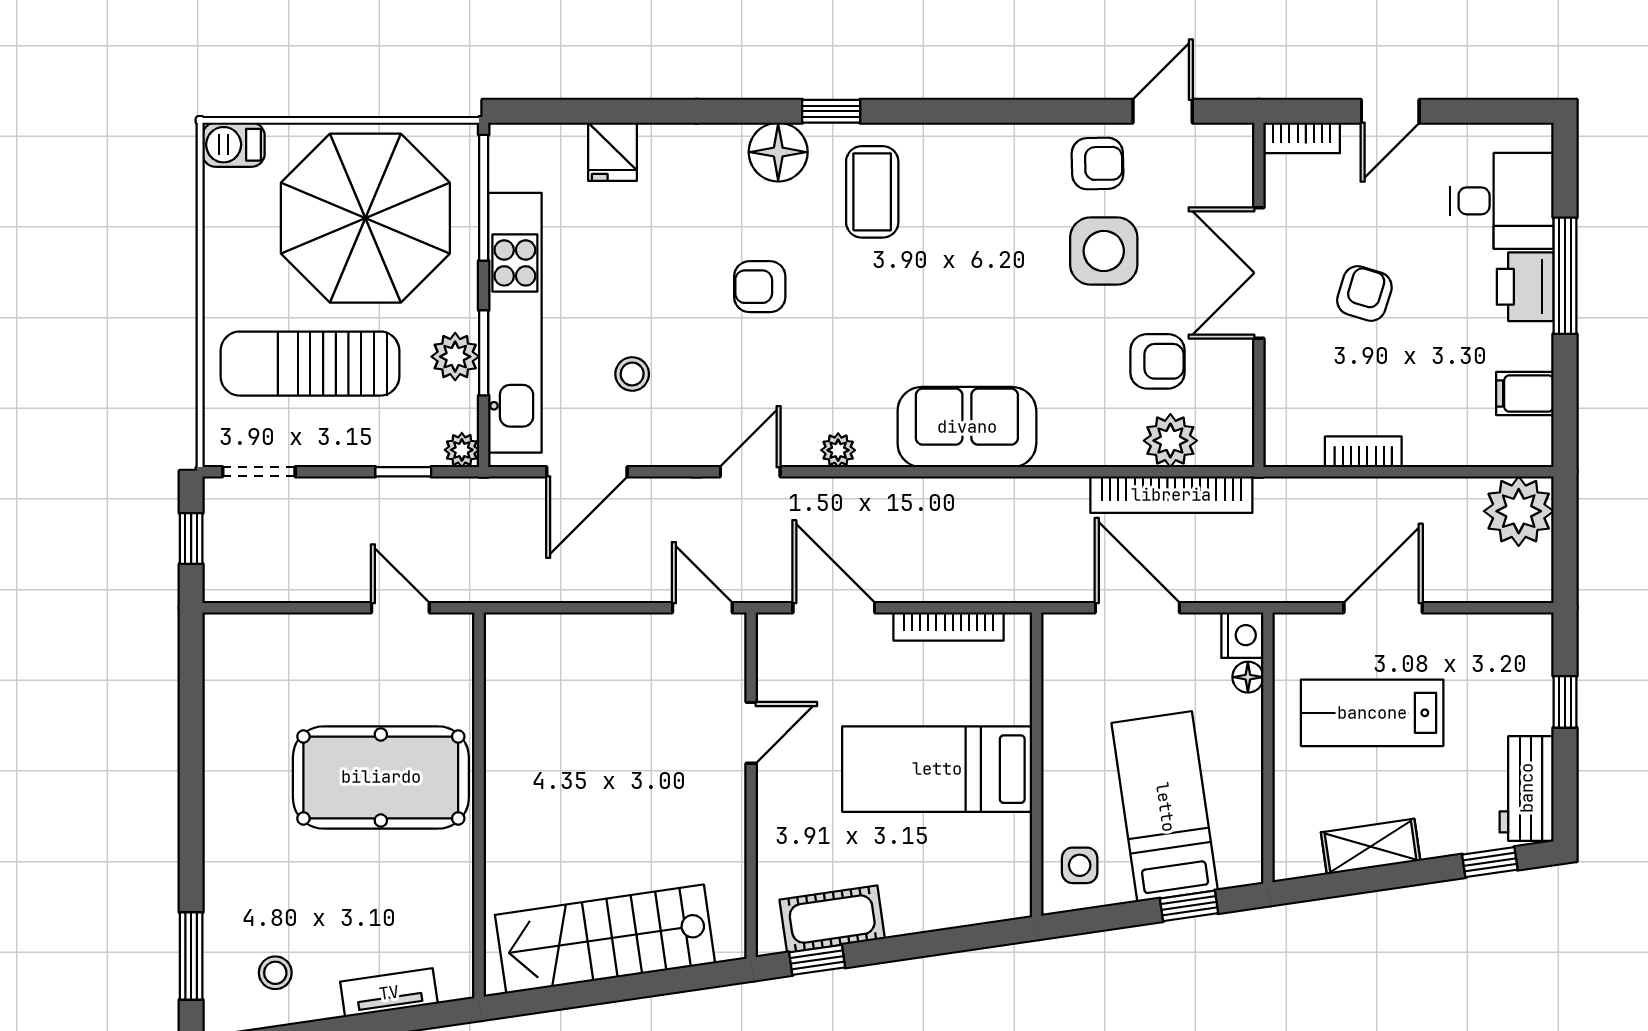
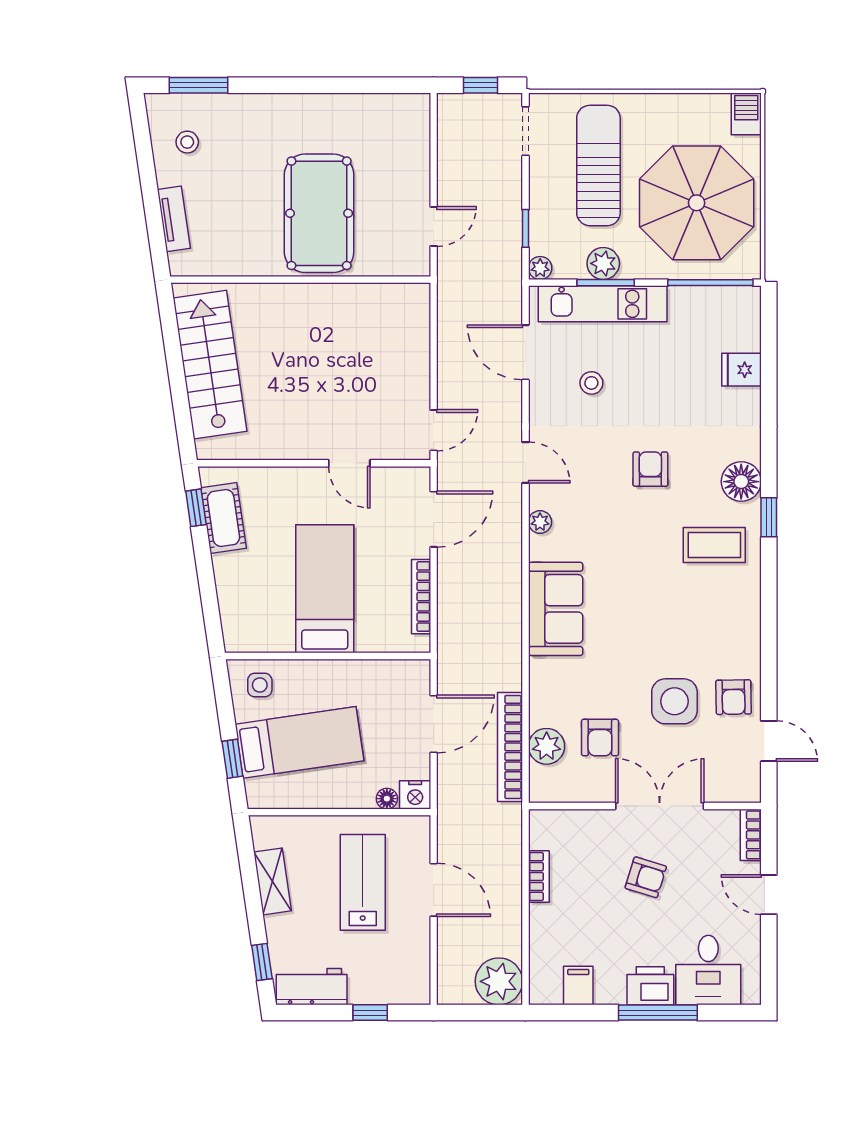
kitchen unit: (515, 323) -> (603, 304), width x0.73

